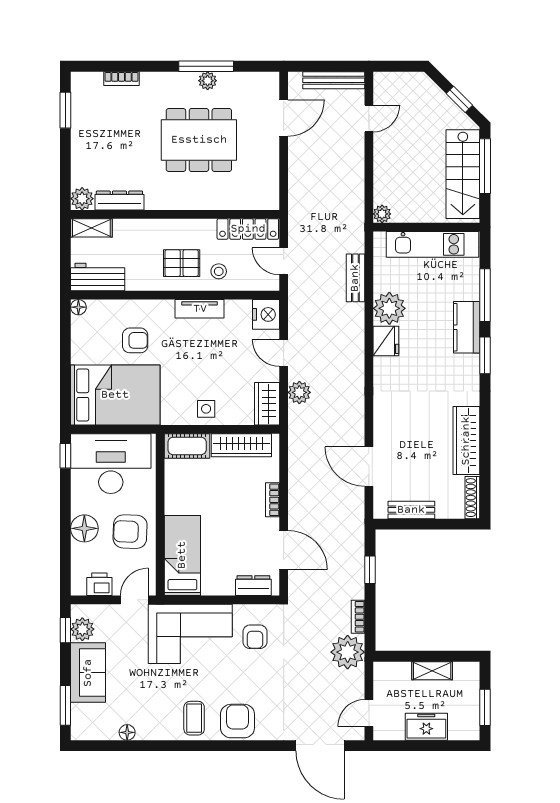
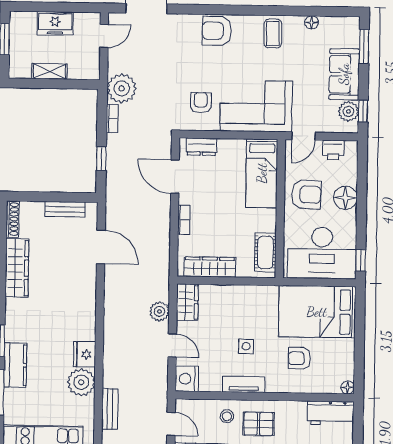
side table: (206, 409) -> (246, 346), moved
cot: (187, 446) -> (265, 252), moved, turned 90
coffee table: (194, 718) -> (273, 34), moved
armchair: (237, 721) -> (217, 31), turned 90

